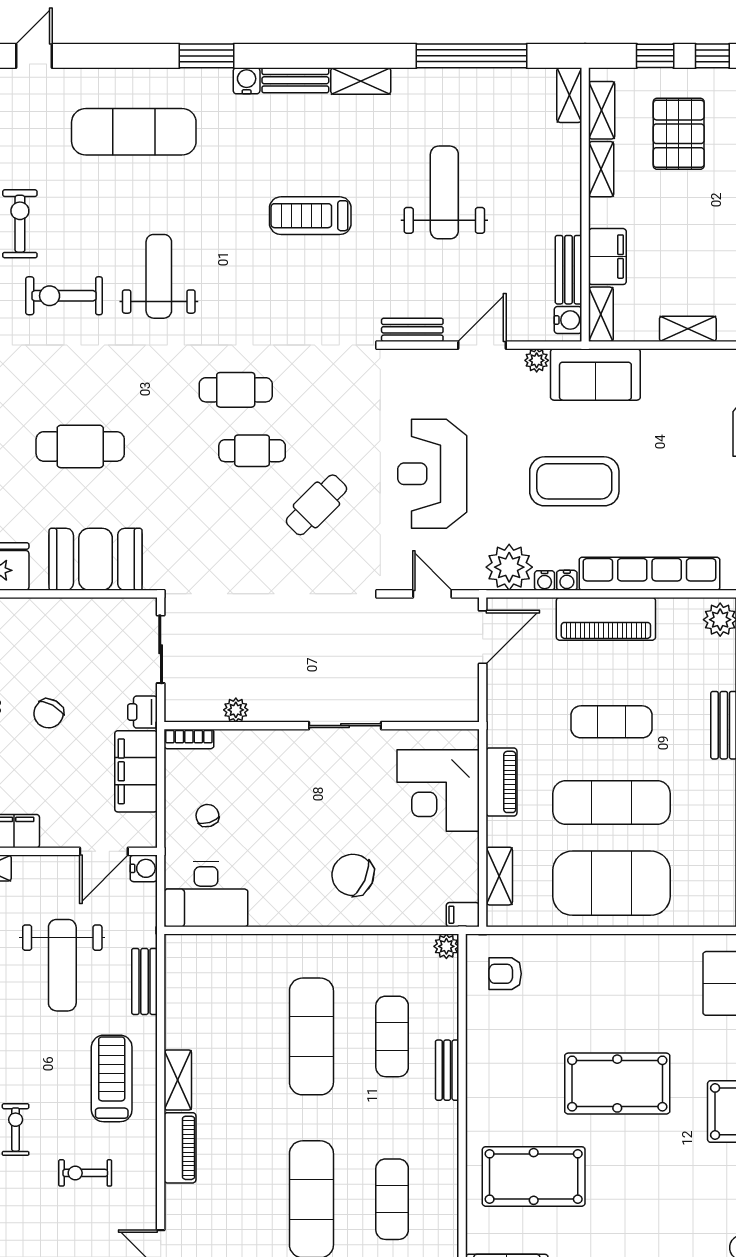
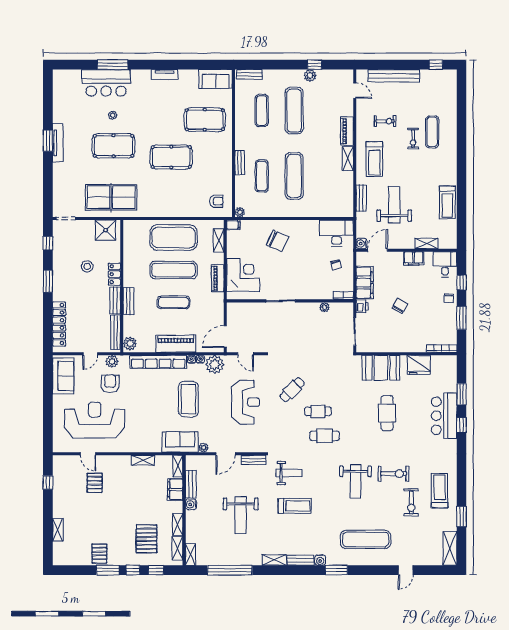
weight bench: (324, 297) -> (289, 473), added
water cooler: (568, 320) -> (191, 504), moved
cafe table: (80, 446) -> (387, 413), turned 90
coffee table: (574, 481) -> (188, 399), turned 90

